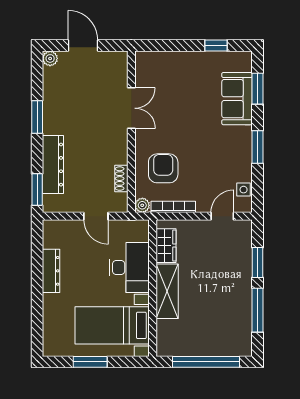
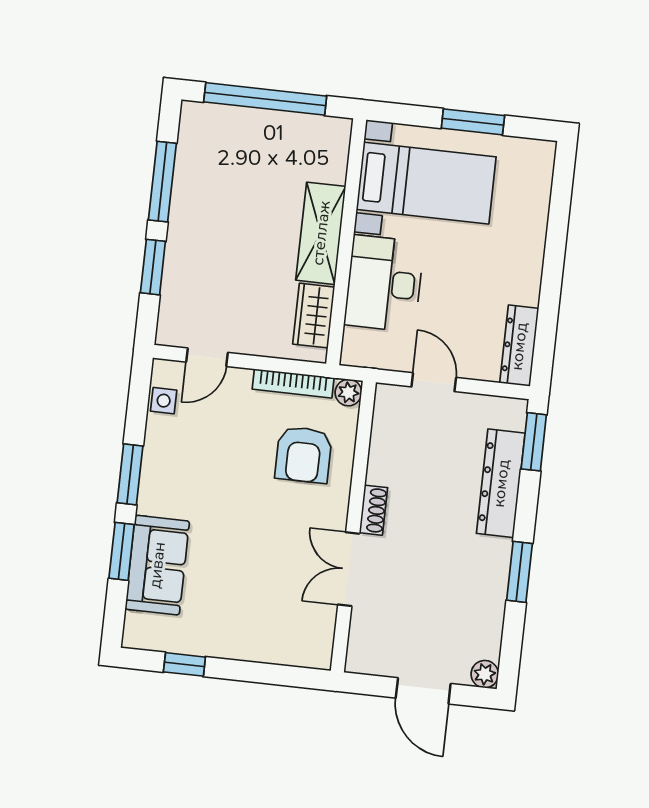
window: (258, 89) -> (122, 551), moved
shoe rack: (121, 179) -> (373, 510), moved
dresser: (51, 271) -> (519, 346), moved

